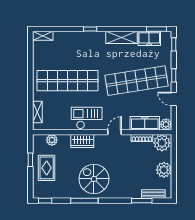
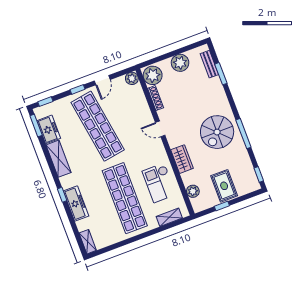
checkout: (87, 118) -> (159, 183), moved
freezer: (145, 123) -> (76, 203), moved, turned 180
rug: (47, 168) -> (224, 186), turned 90

